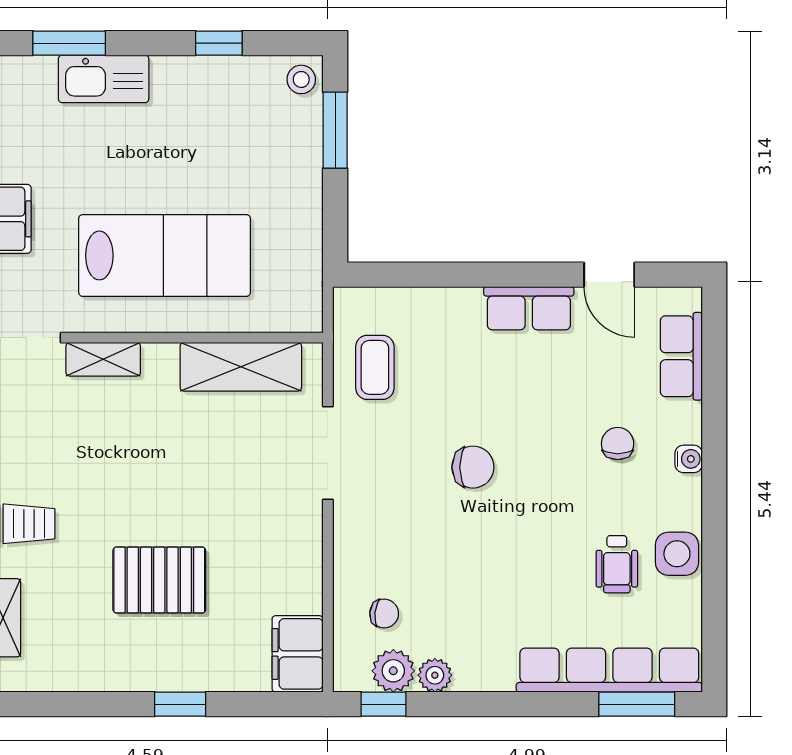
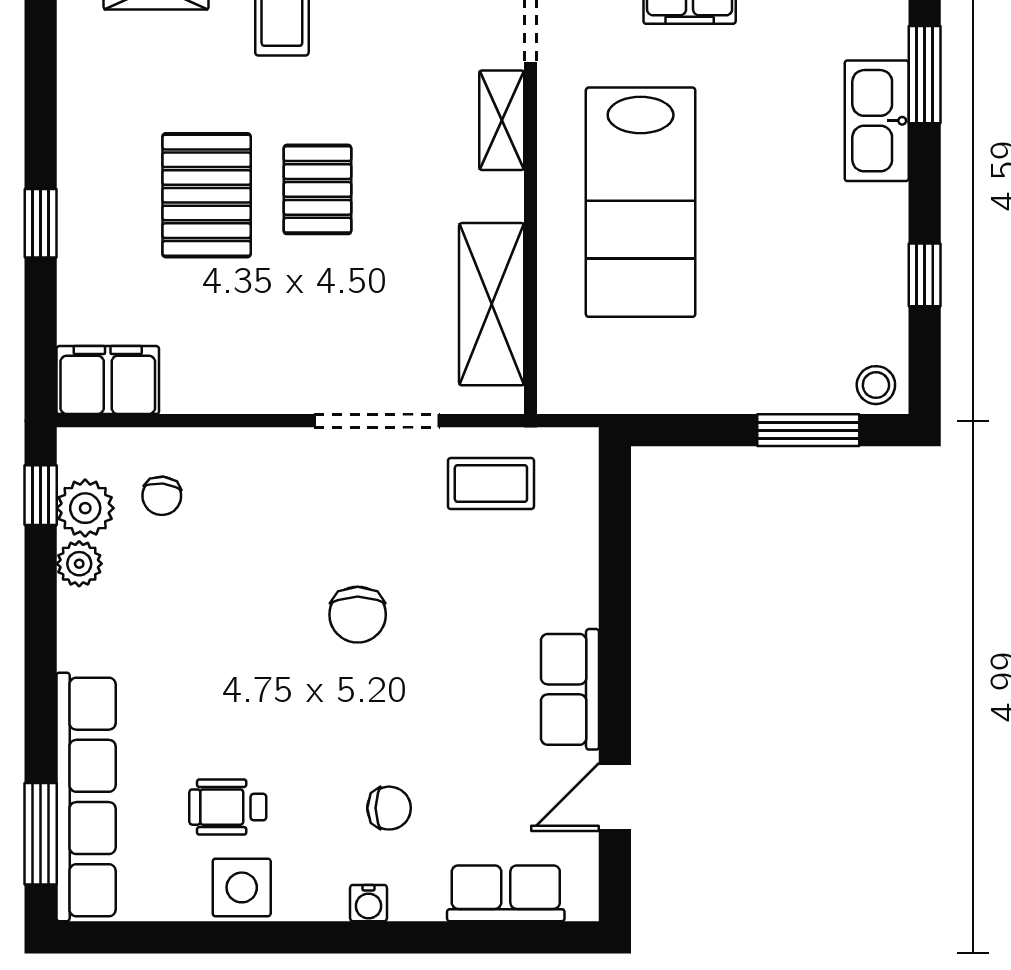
pallet: (155, 497) -> (317, 189), added

